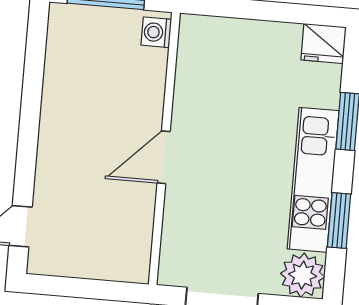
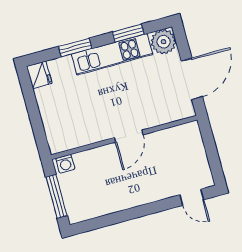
door: (164, 157) -> (129, 136), hinge flipped

